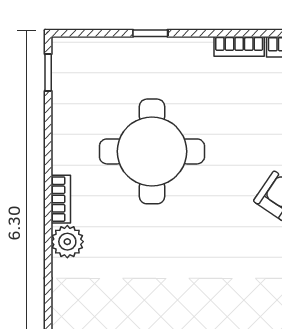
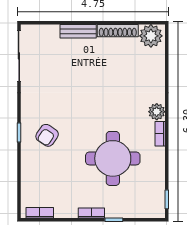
bookcase: (239, 46) -> (91, 213), moved

